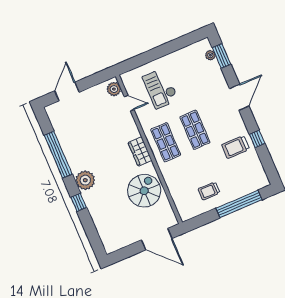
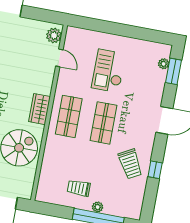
checkout: (160, 88) -> (109, 71), moved
trolley: (236, 147) -> (130, 164), turned -119
plant: (233, 196) -> (98, 207), added

